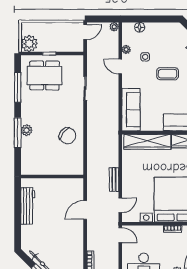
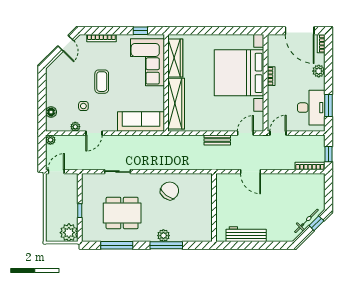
door: (85, 32) -> (56, 172), hinge flipped
dining table: (45, 75) -> (122, 213), moved, turned 90
door: (120, 205) -> (245, 133), hinge flipped

